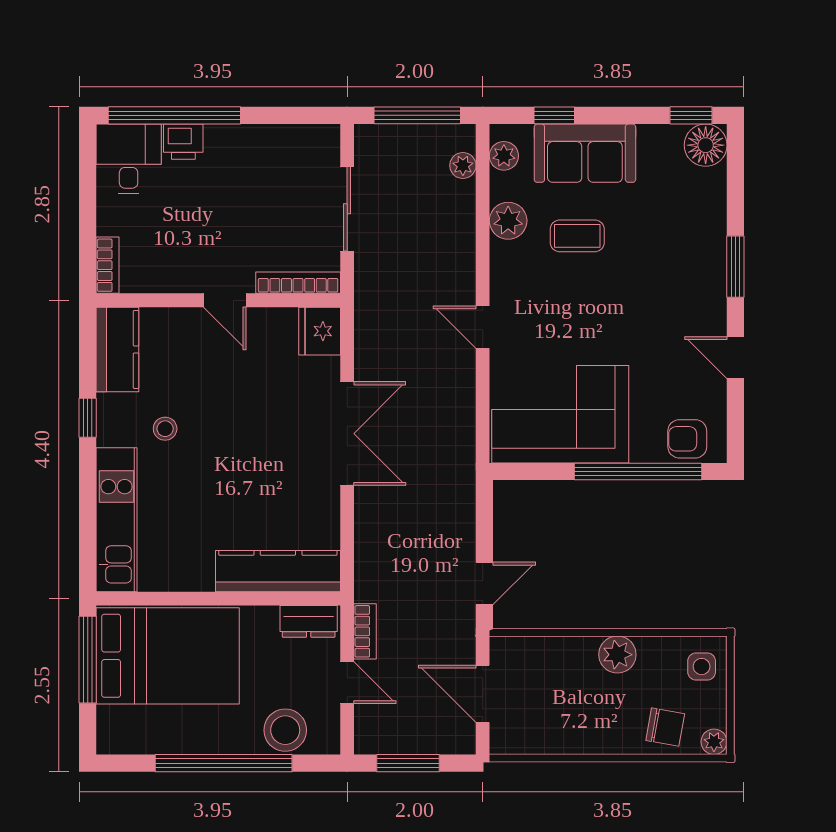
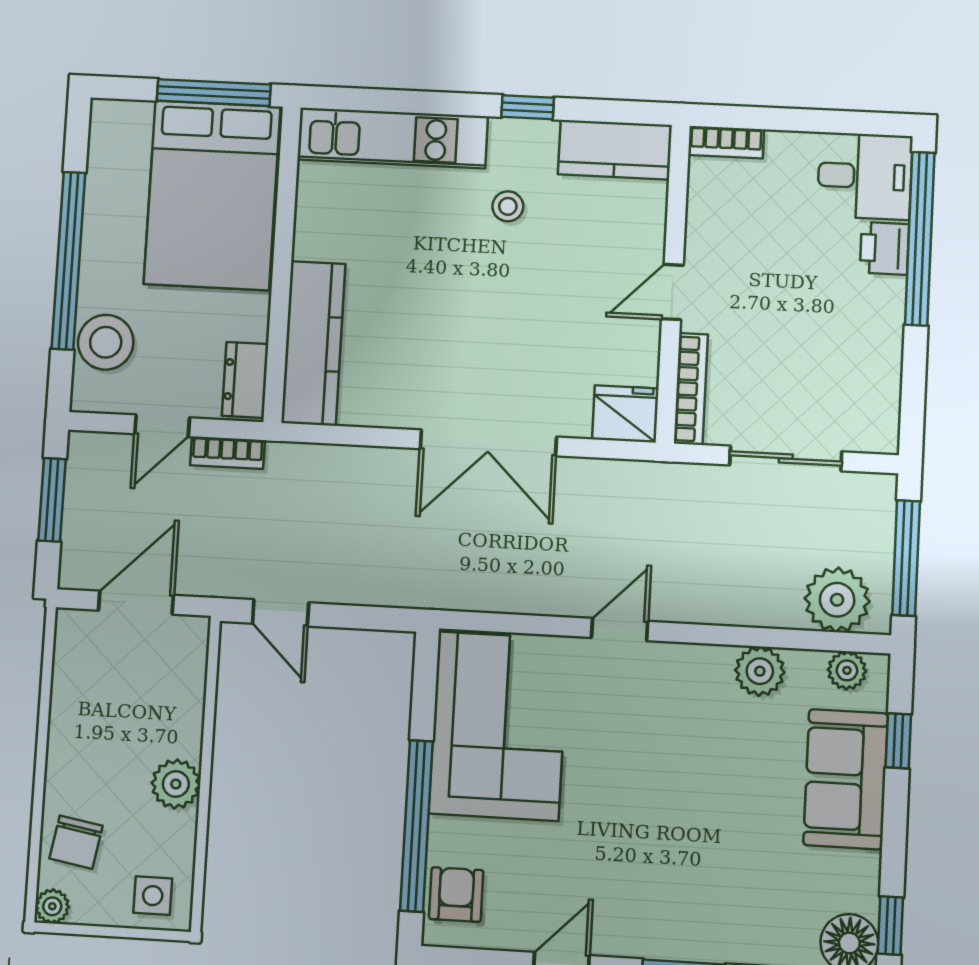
plant: (463, 166) -> (837, 600), width x1.87, depth x1.87
coffee table: (577, 236) -> (735, 763), removed

